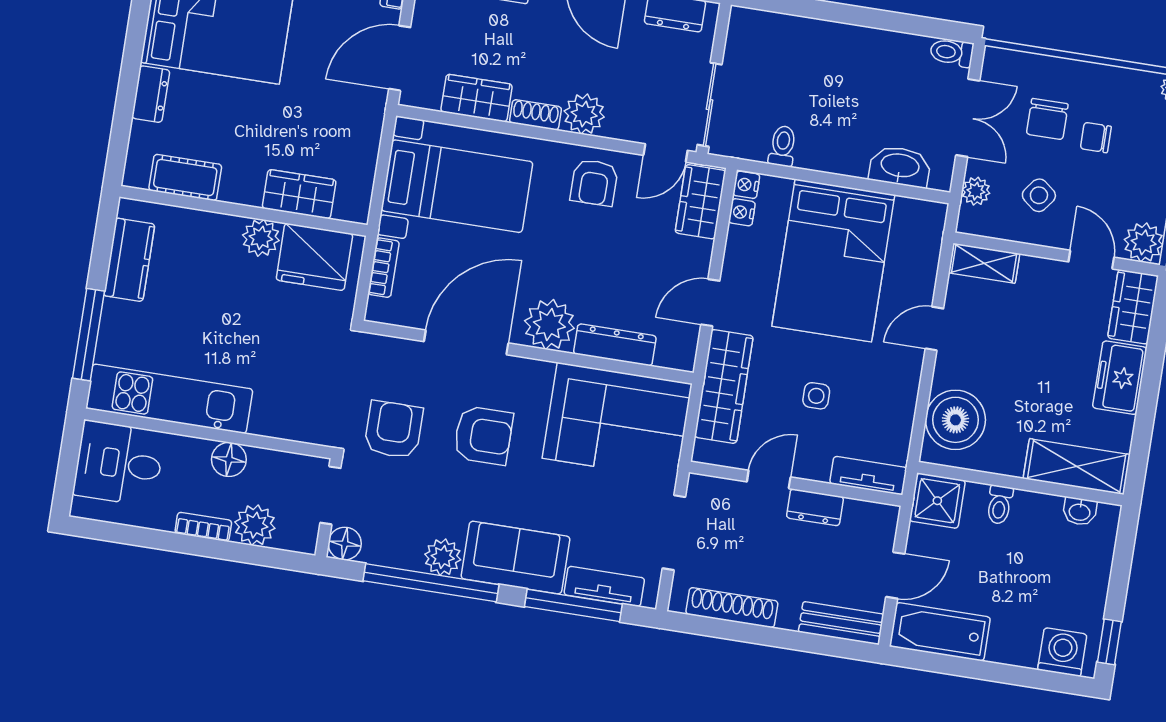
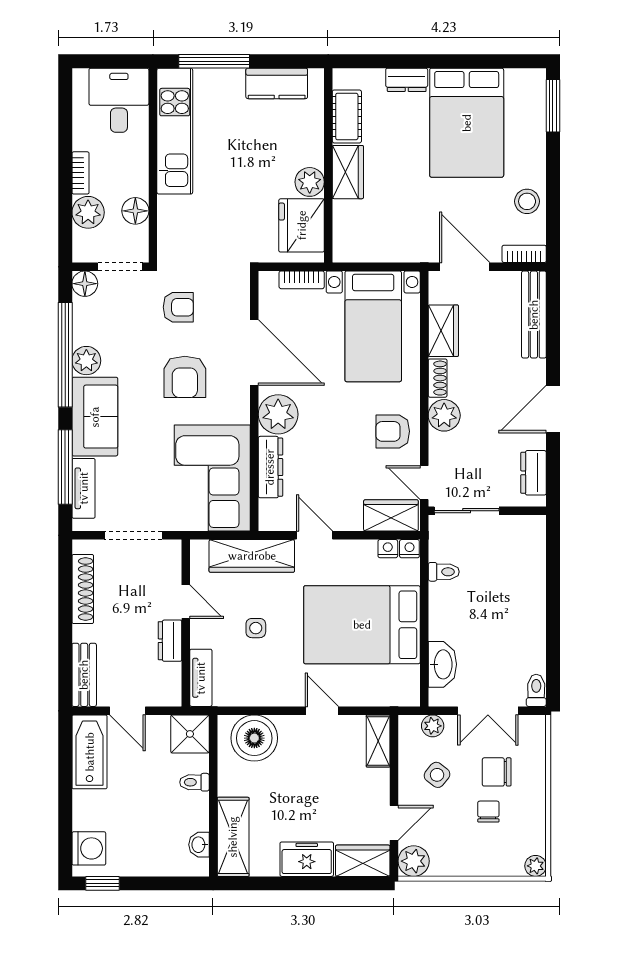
wardrobe: (299, 194) -> (348, 172), moved
armchair: (393, 430) -> (178, 307), width x0.72, depth x0.72
floor lamp: (229, 459) -> (135, 211), moved

